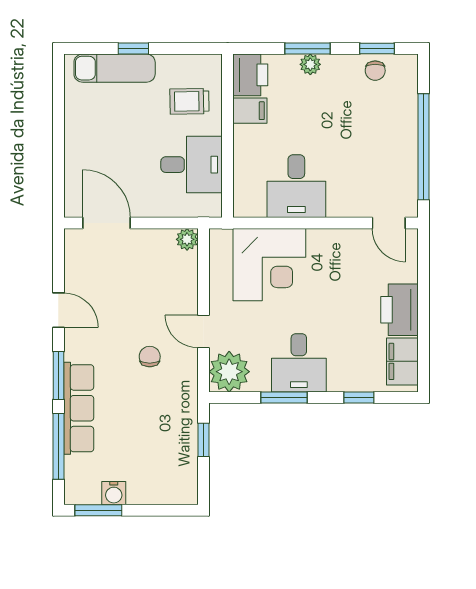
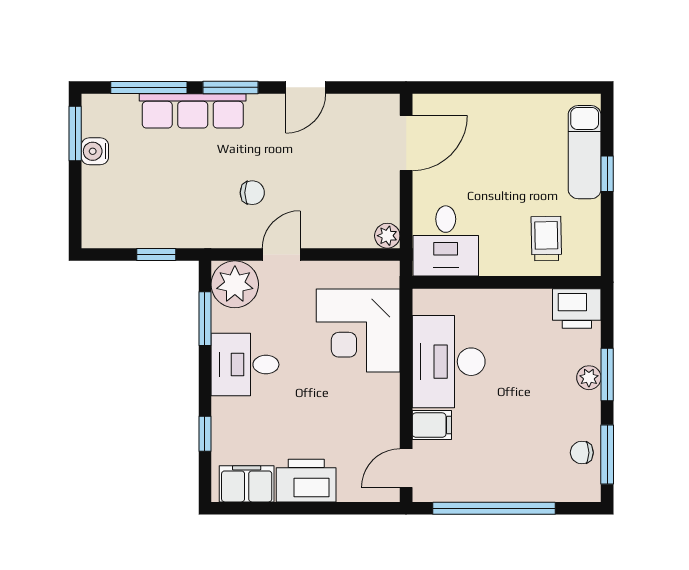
window: (377, 49) -> (607, 455), width x1.50
filing cabinet: (250, 111) -> (432, 425), moved, turned -90
desk: (192, 165) -> (446, 241), moved
desk: (296, 186) -> (449, 362), width x1.37
window: (284, 398) -> (205, 319), moved

